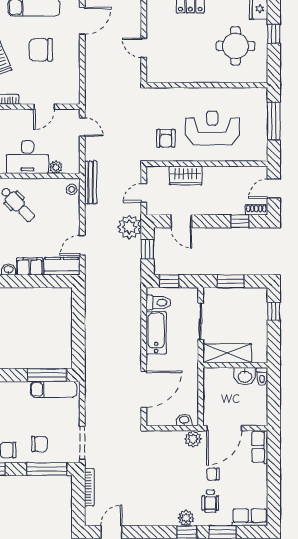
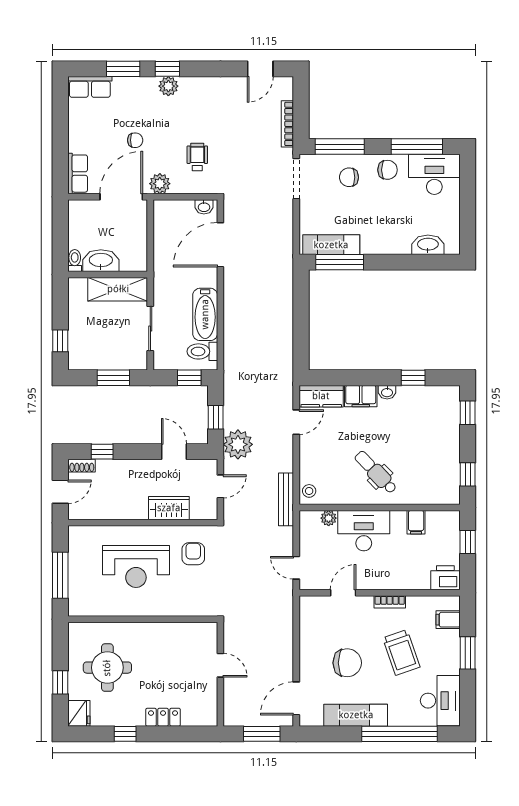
washbasin: (245, 376) -> (101, 261), width x1.38
washbasin: (184, 420) -> (204, 207), moved
wheelchair: (210, 501) -> (197, 157), moved

